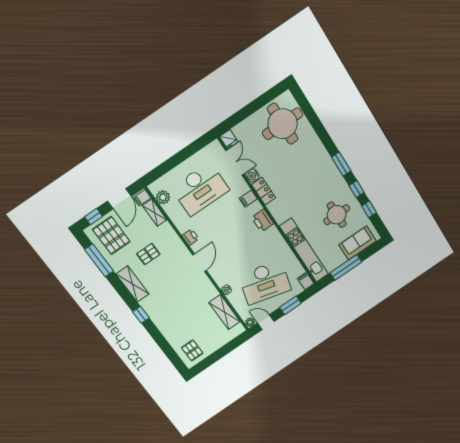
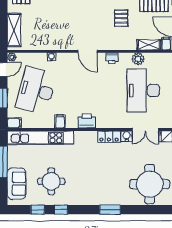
window: (341, 164) -> (110, 210), moved
plant: (163, 197) -> (138, 59), moved
filing cabinet: (248, 199) -> (60, 121), moved
shelving: (225, 312) -> (14, 30), moved, turned 90

